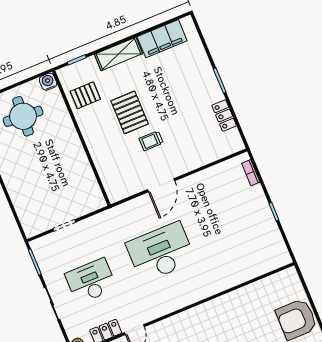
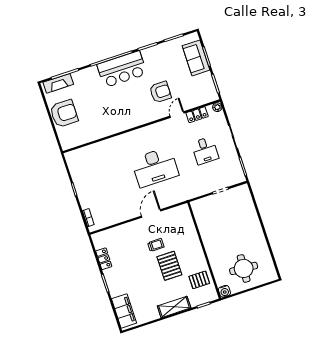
filing cabinet: (162, 39) -> (124, 311), moved, turned 90
desk: (91, 281) -> (205, 151), width x0.73

